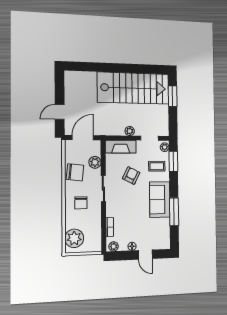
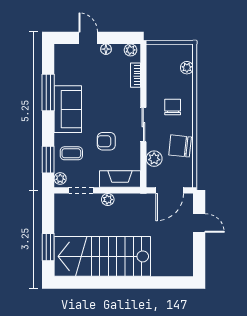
door: (60, 112) -> (199, 223), hinge flipped
armchair: (131, 175) -> (106, 141), turned 63
plant: (74, 238) -> (187, 68), width x0.53, depth x0.53

